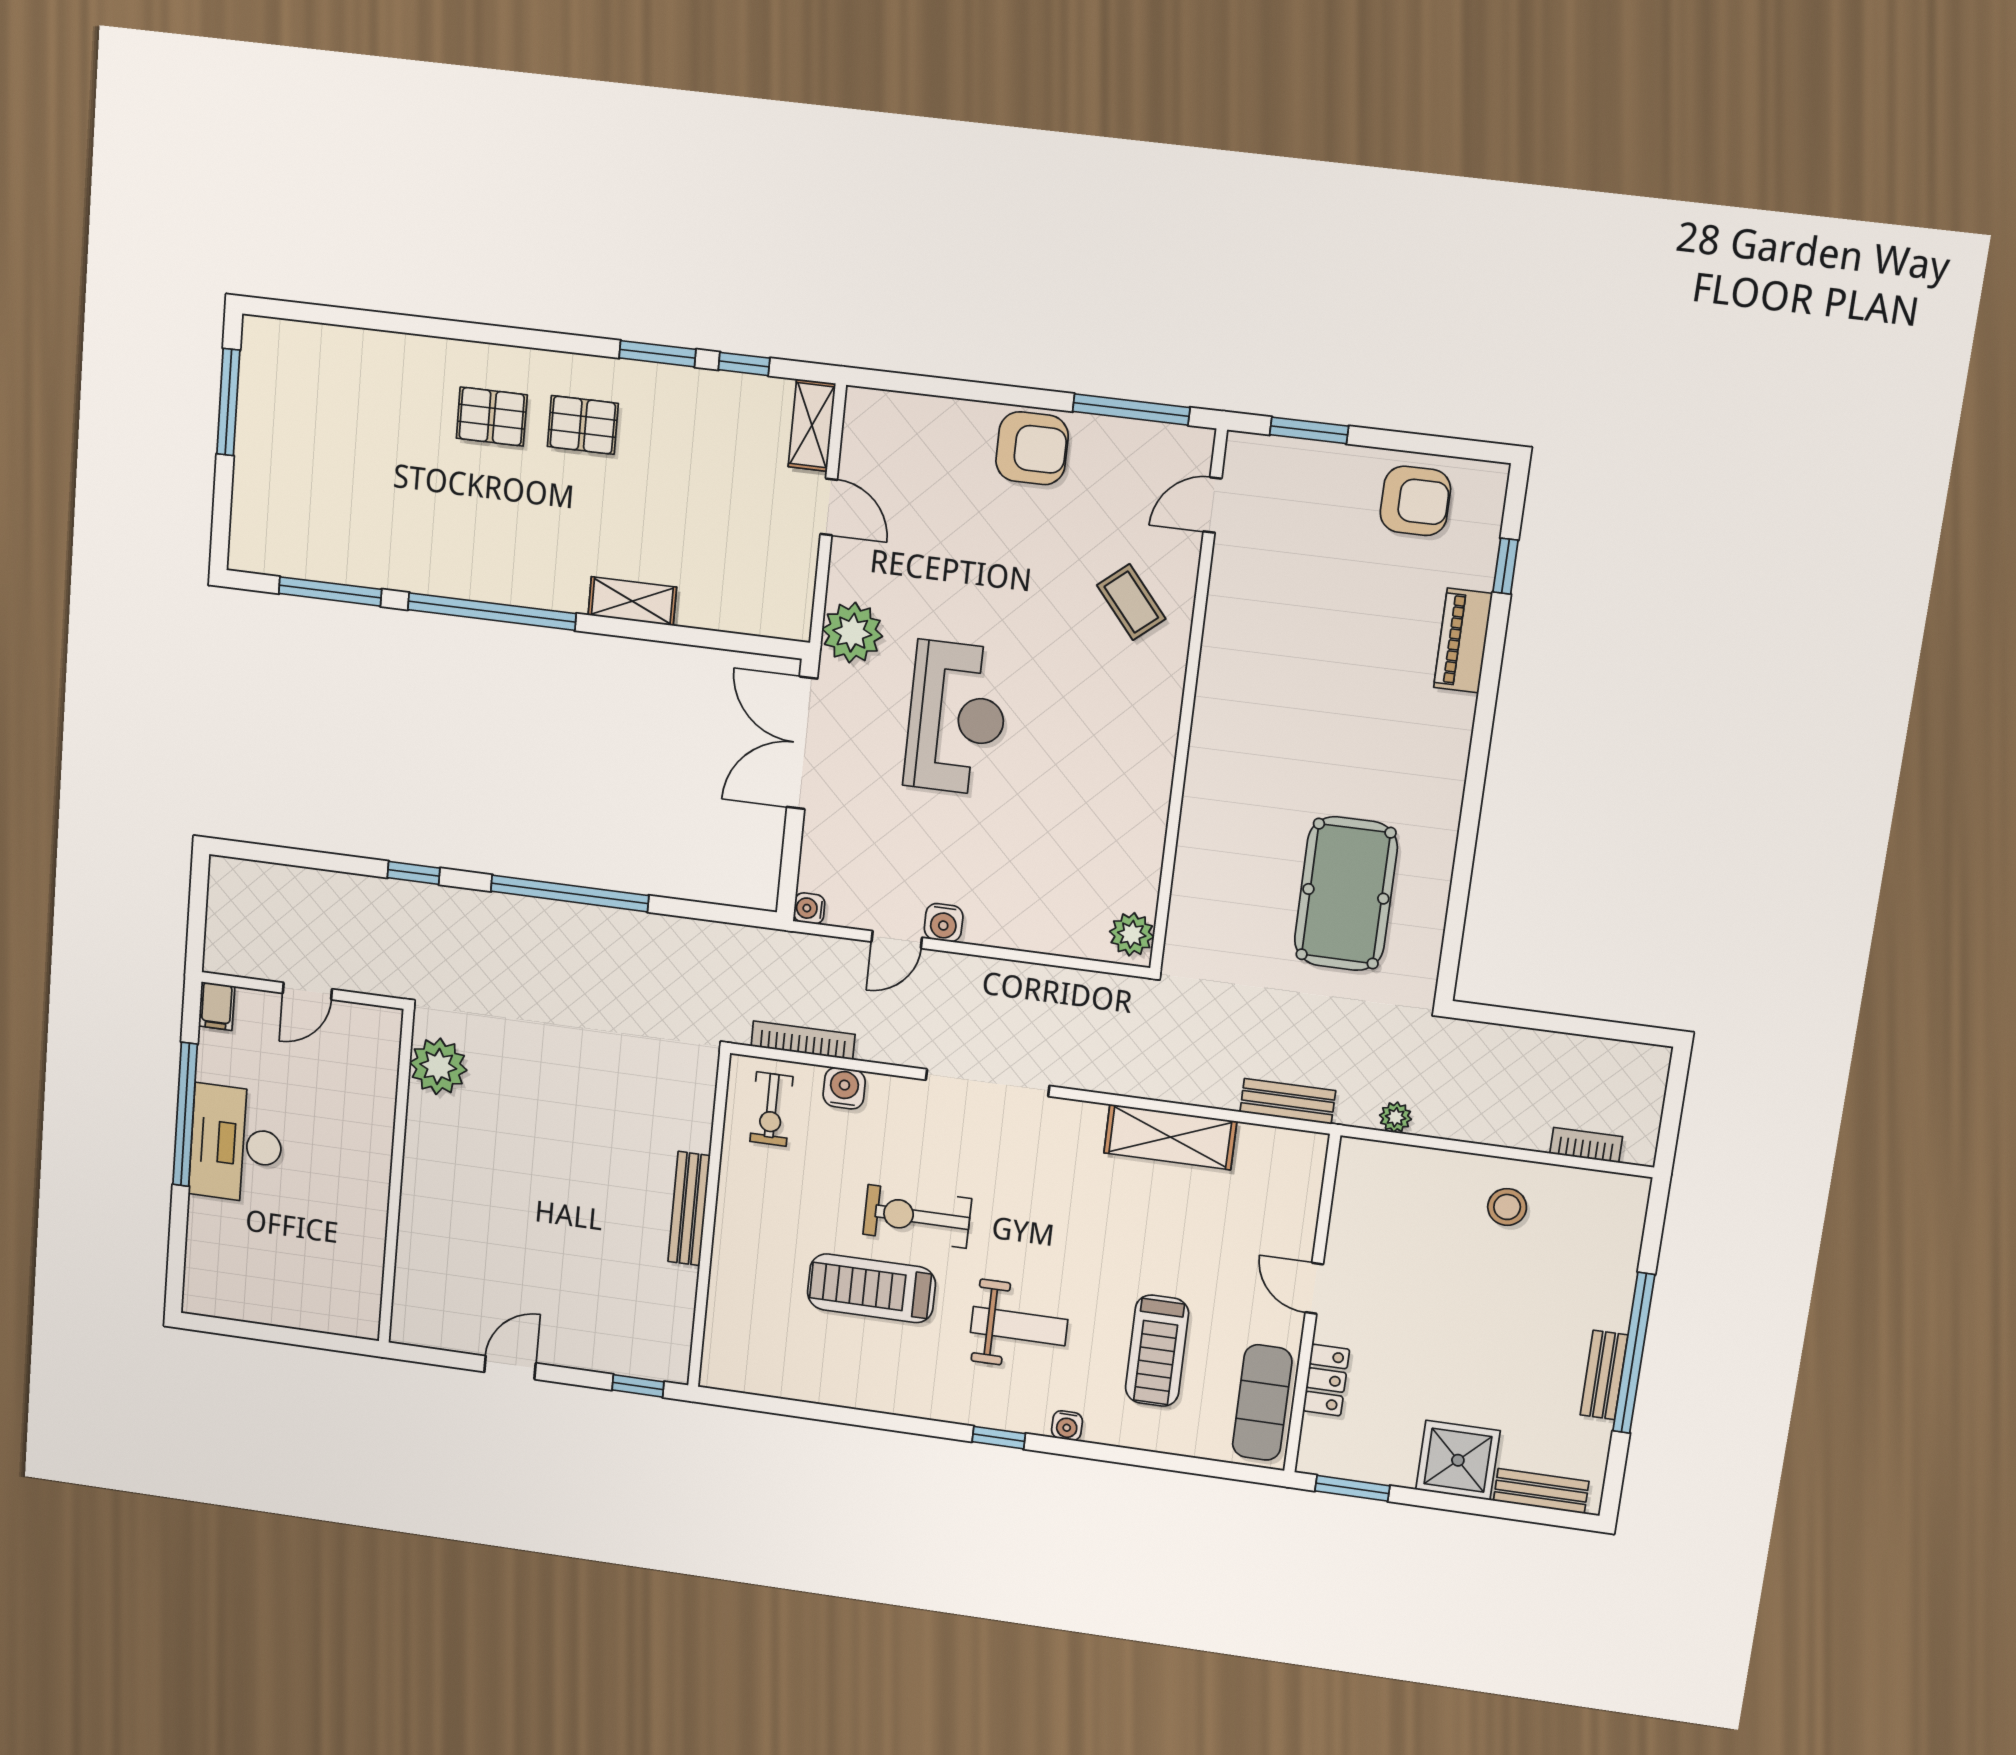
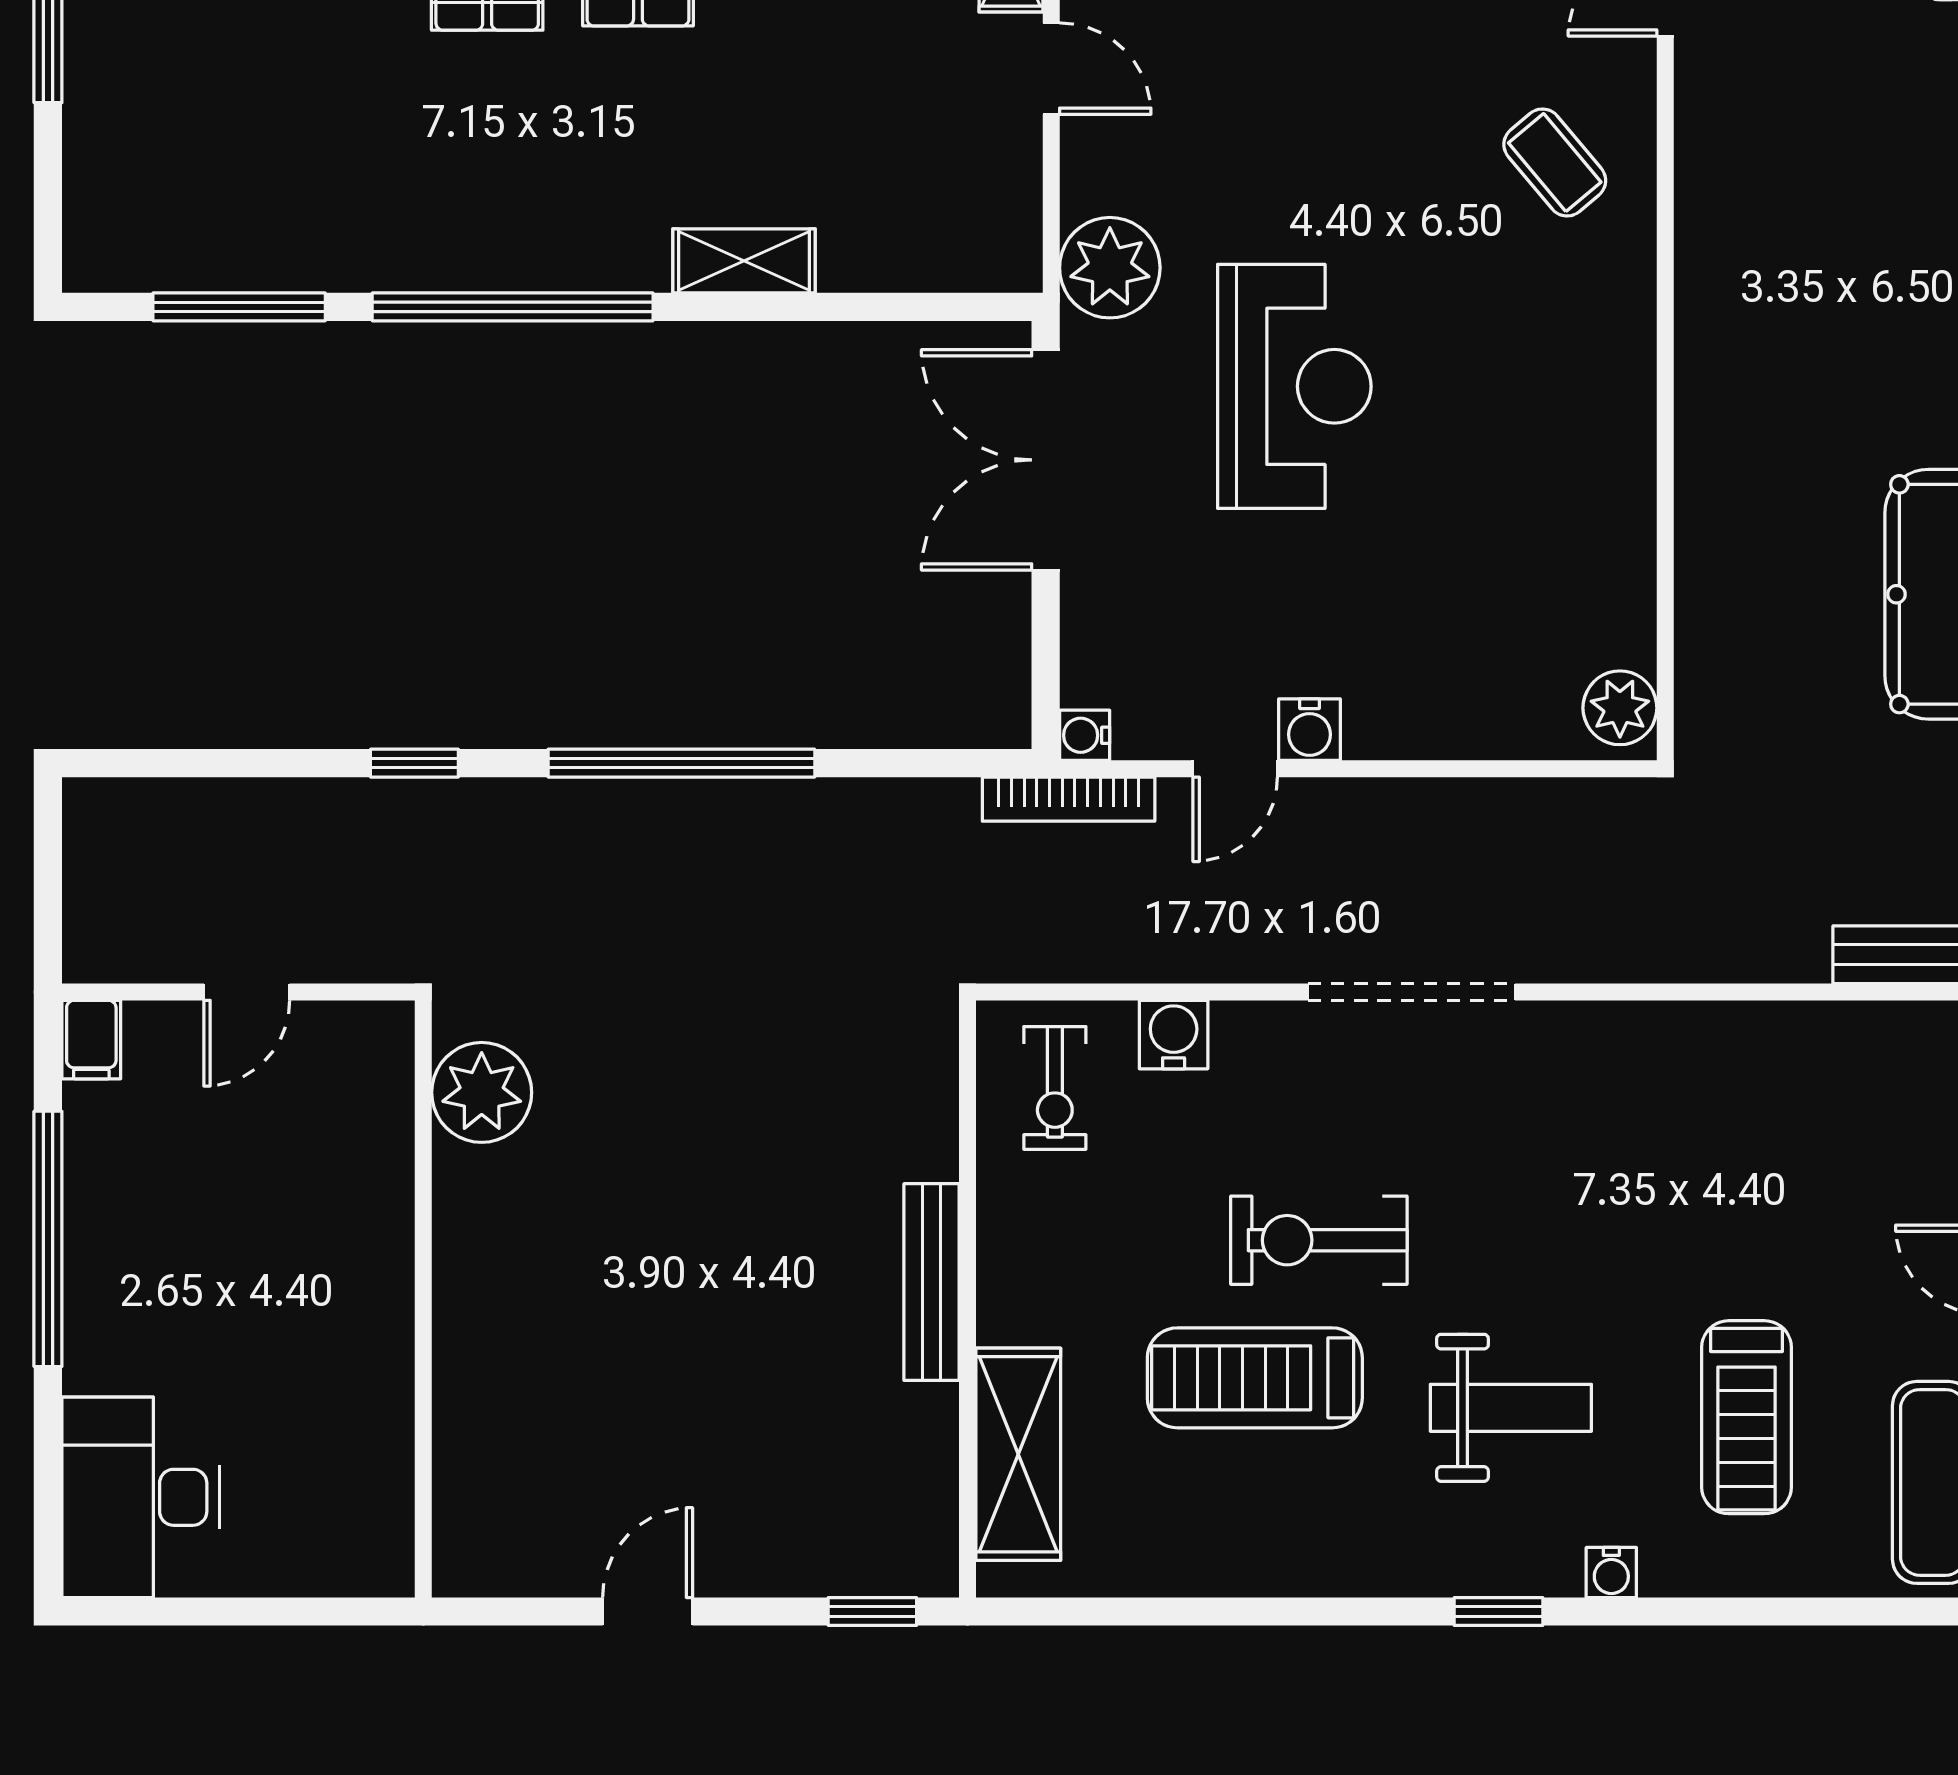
bookcase: (803, 1040) -> (1069, 799), moved, turned 180
shelving: (1170, 1137) -> (1018, 1454), moved, turned 90
desk: (236, 1144) -> (141, 1497), moved

